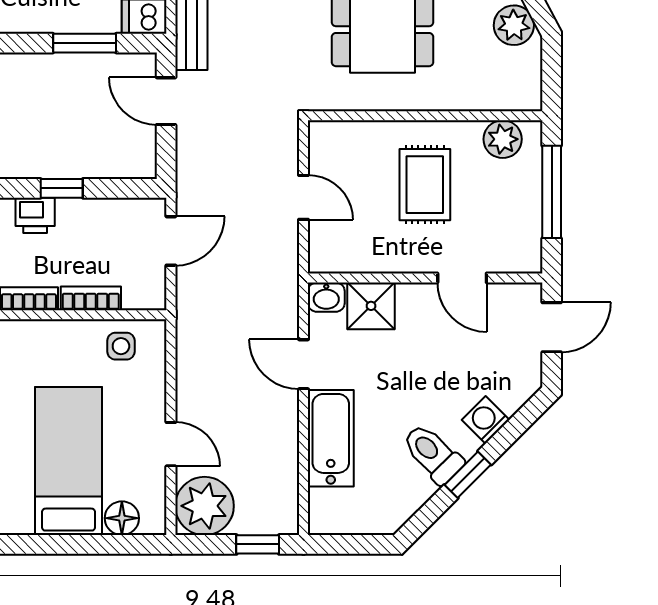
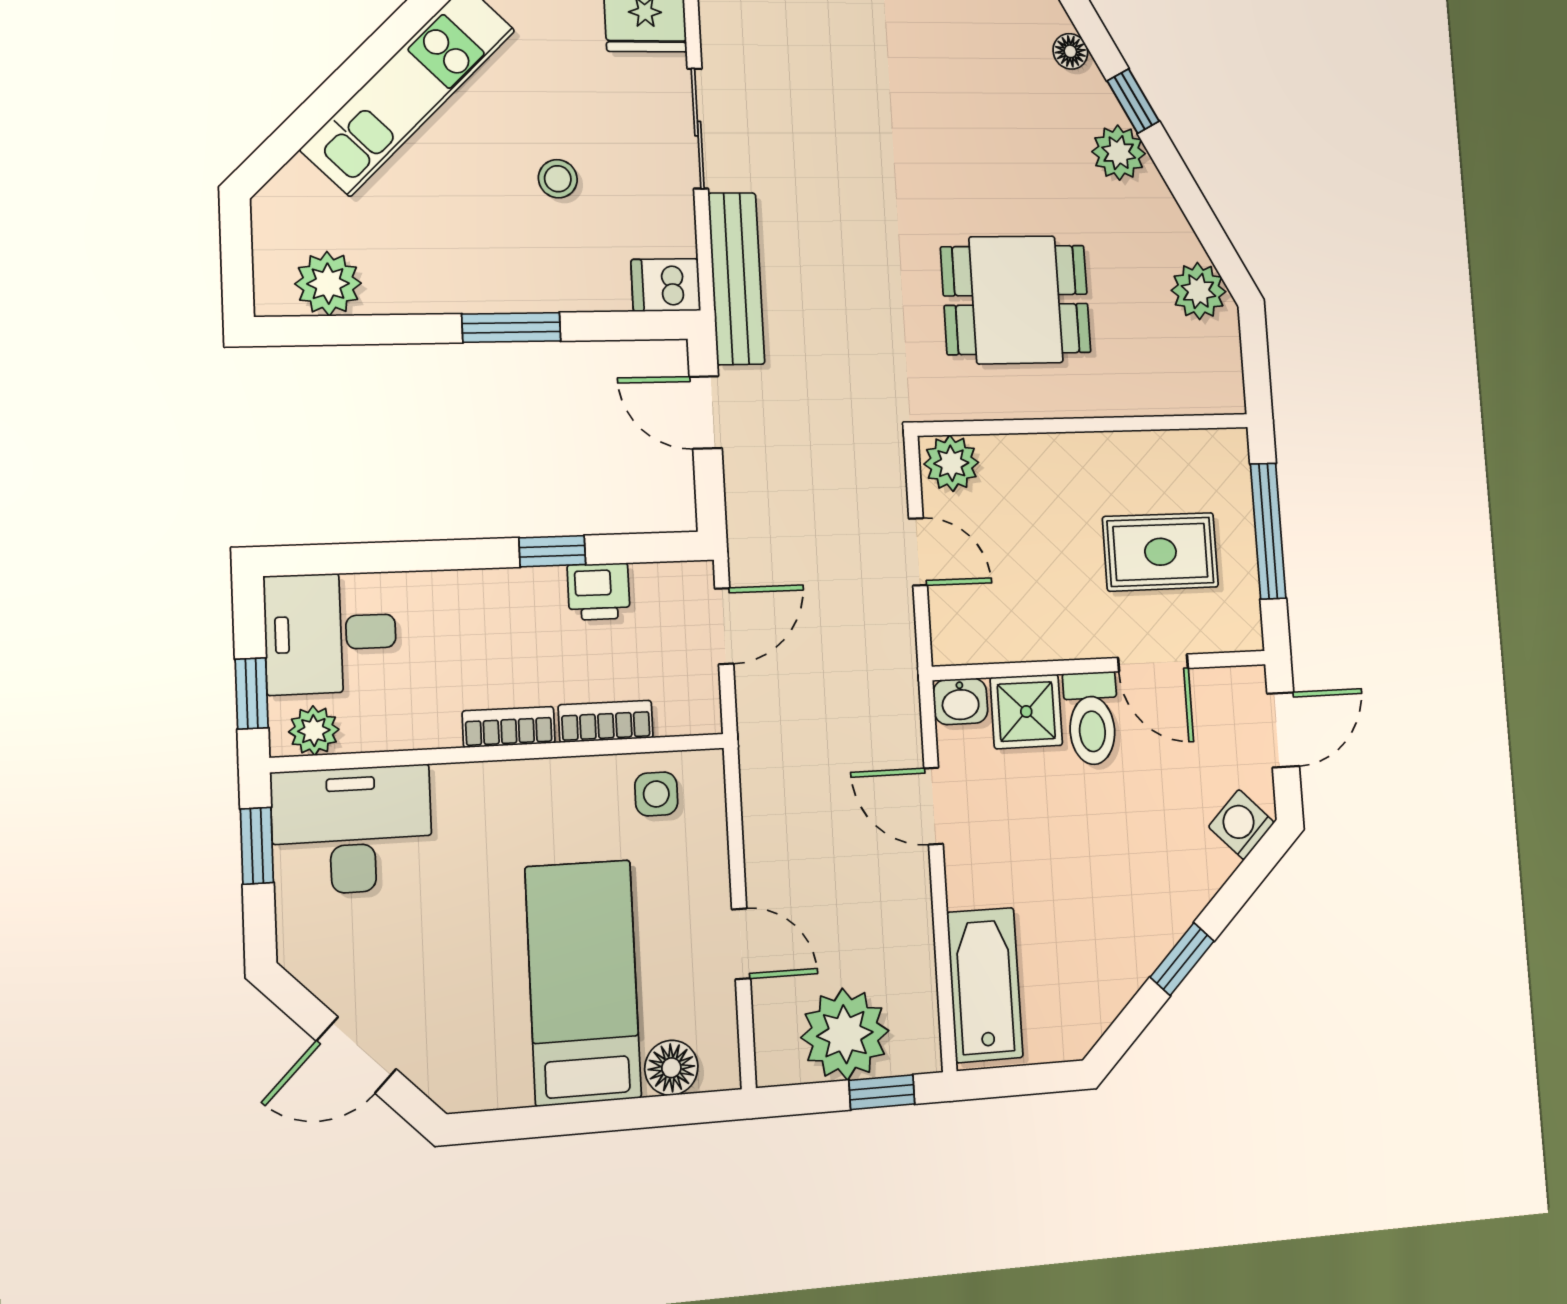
window: (85, 43) -> (511, 328), moved
plant: (503, 139) -> (951, 463), moved
rug: (425, 185) -> (1160, 552), moved, turned 90
printer: (35, 215) -> (599, 592), moved
washing machine: (486, 420) -> (1241, 825), moved
bathtub: (331, 438) -> (985, 985), moved
toilet: (433, 454) -> (1092, 719), moved, turned -135
plant: (204, 506) -> (845, 1034), moved

